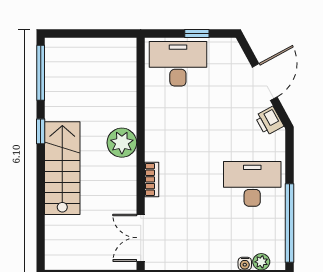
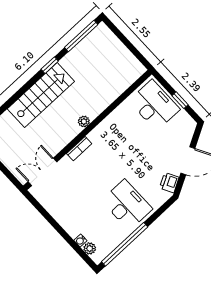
plant: (122, 143) -> (84, 121), width x0.53, depth x0.53

